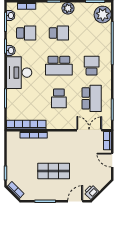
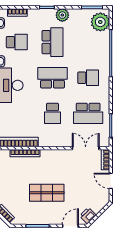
school desk: (59, 33) -> (52, 42), width x1.85
school desk: (59, 66) -> (52, 78), turned 180
school desk: (92, 66) -> (88, 78), turned 90
school desk: (92, 98) -> (88, 113), turned 90

